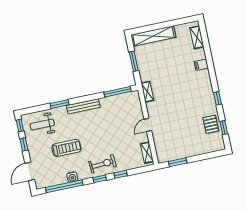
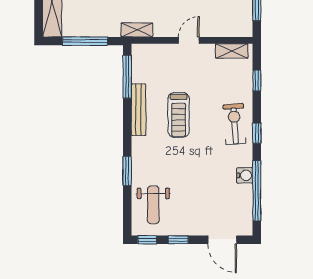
window: (134, 61) -> (85, 41), width x1.44
bench: (83, 106) -> (139, 110), moved
door: (148, 125) -> (189, 40), swing flipped
treadmill: (66, 148) -> (179, 115), moved, turned 180
window: (121, 174) -> (257, 80), moved

